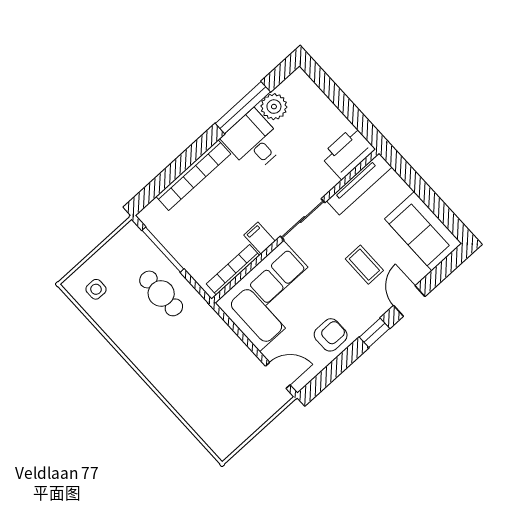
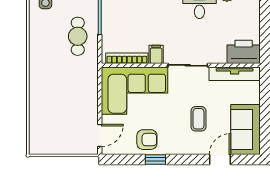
door: (409, 301) -> (220, 160), moved
window: (375, 333) -> (155, 160), moved
door: (278, 375) -> (100, 136), hinge flipped

